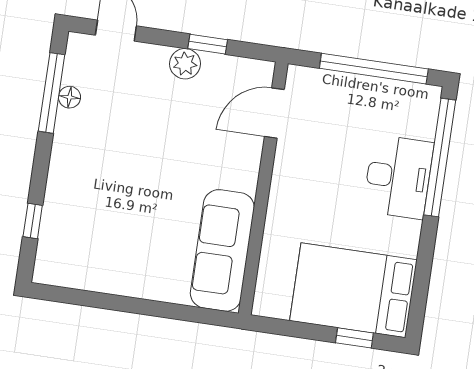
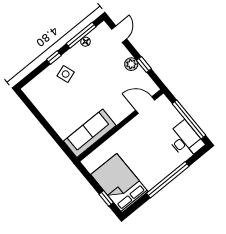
window: (440, 157) -> (168, 180), moved
desk: (398, 177) -> (185, 140), moved, turned -90
side table: (86, 185) -> (66, 74), added
window: (33, 221) -> (54, 57), moved

